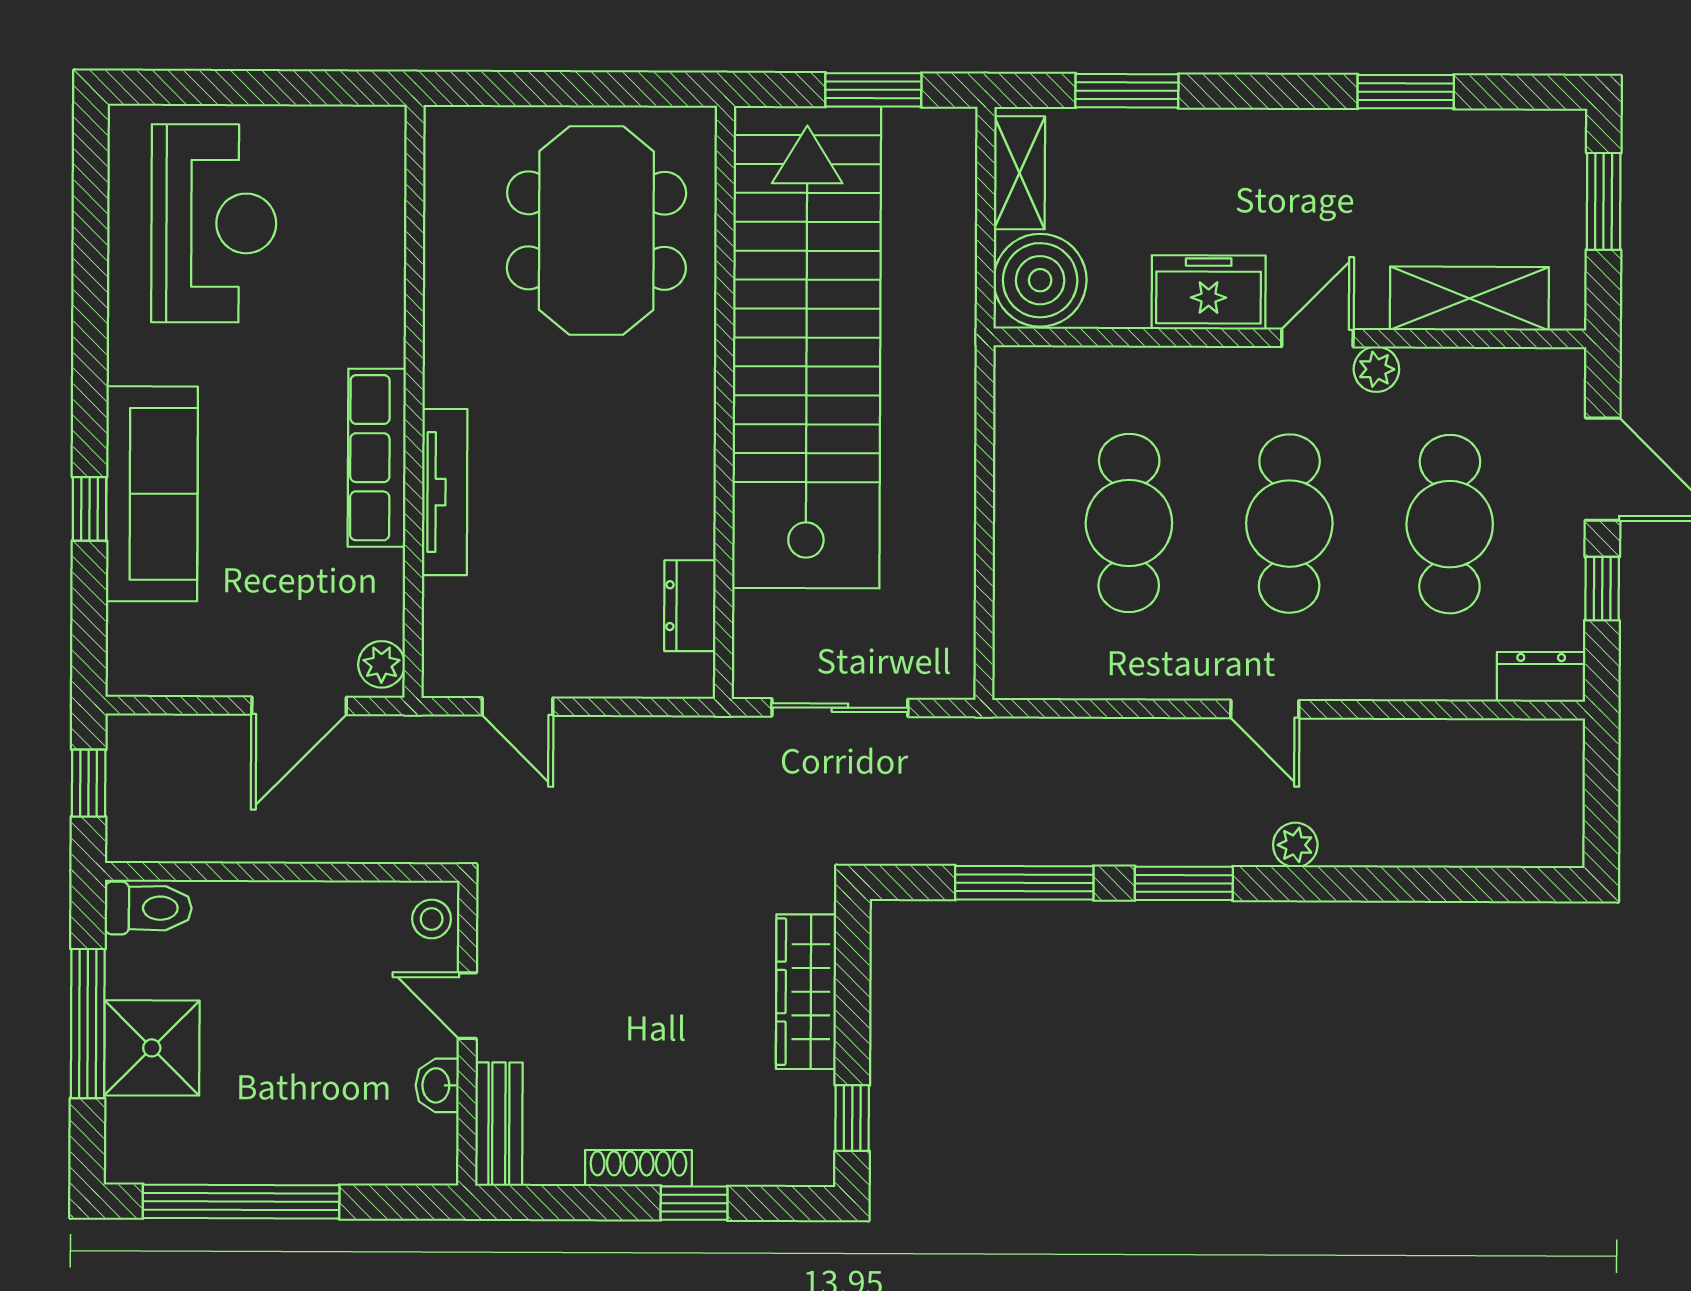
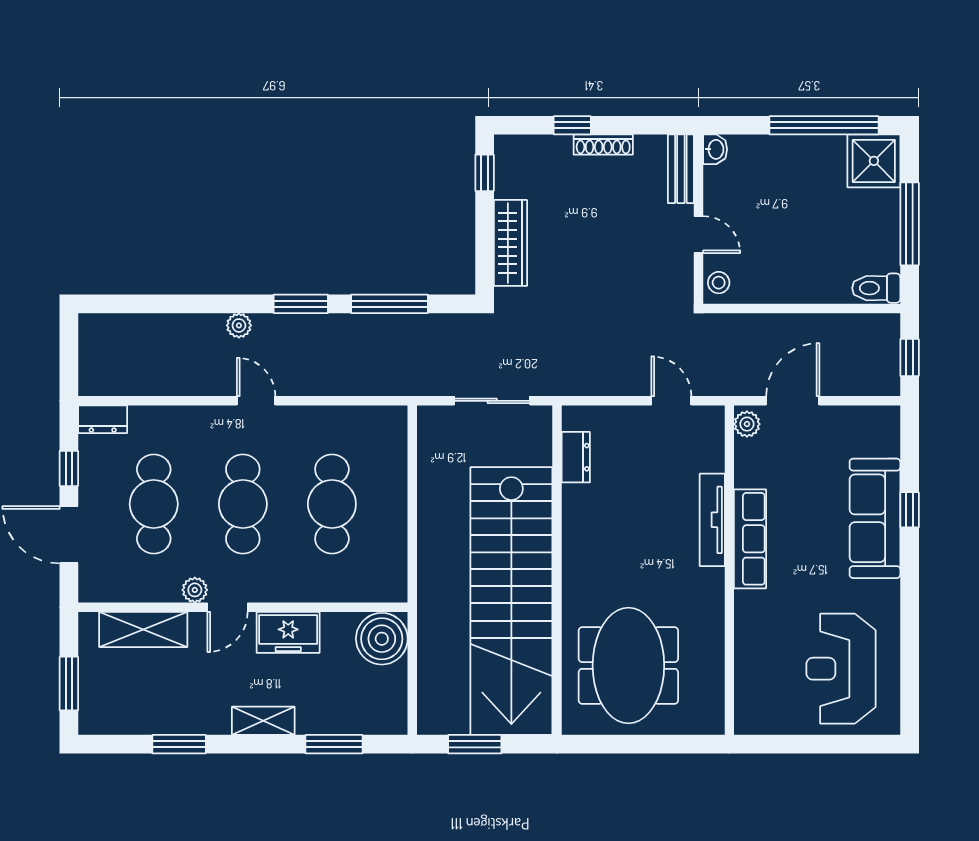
shelving: (1019, 173) -> (263, 721), moved, turned 90
shower: (152, 1048) -> (874, 161), moved
washbasin: (437, 1085) -> (715, 149), moved

